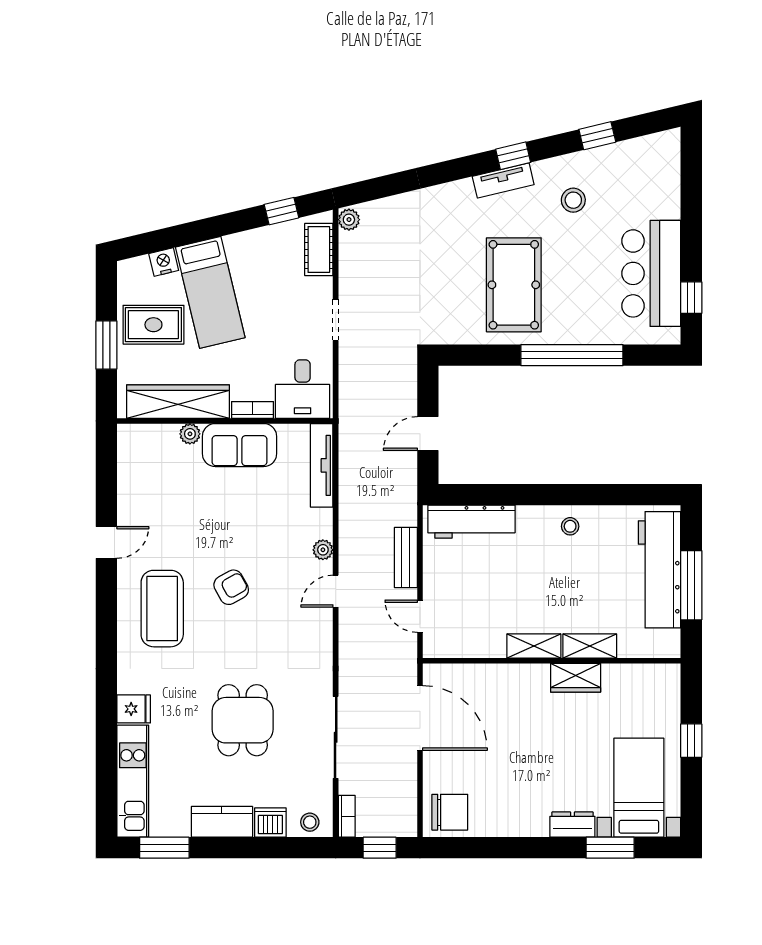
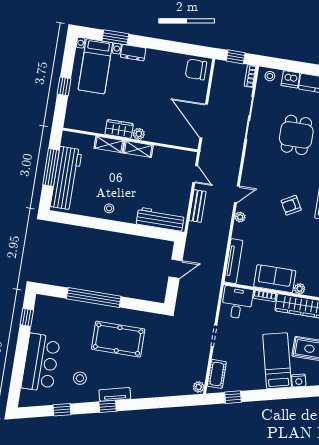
bar counter: (651, 273) -> (41, 363), moved
pool table: (514, 285) -> (118, 339), turned 90
plant: (537, 674) -> (139, 134), added

